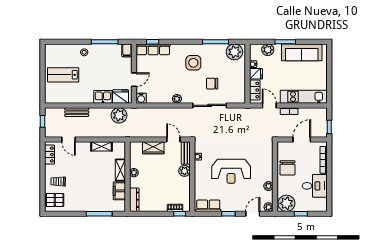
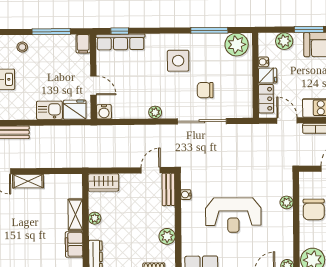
door: (134, 80) -> (93, 86), hinge flipped
plant: (119, 115) -> (73, 137), removed
door: (173, 139) -> (151, 170), hinge flipped
shelving: (101, 146) -> (28, 181), moved
wardrobe: (153, 148) -> (103, 182), moved
plant: (185, 171) -> (167, 236), moved
plant: (268, 186) -> (287, 202), moved

